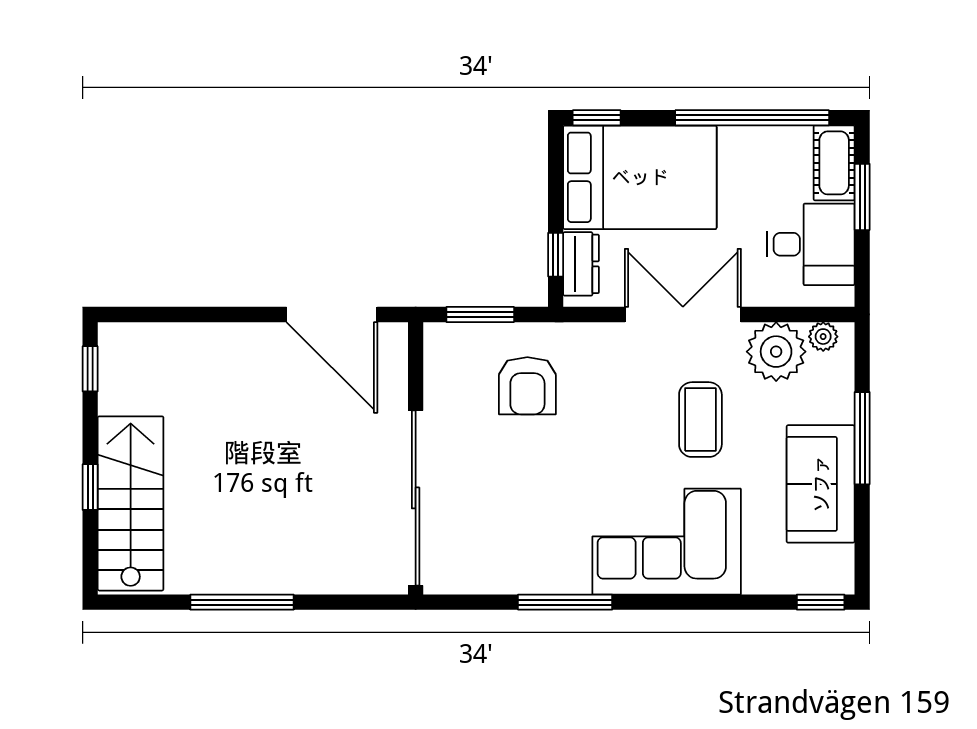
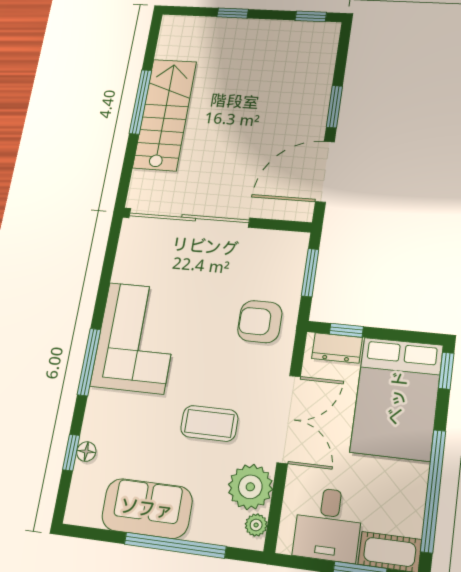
window: (232, 314) -> (334, 107), added
armchair: (527, 386) -> (260, 322), moved
window: (862, 438) -> (175, 545), width x1.46
stairs: (131, 503) -> (165, 114), moved, turned -90
corner sofa: (667, 542) -> (136, 338), moved
floor lamp: (757, 581) -> (86, 452), added
window: (565, 602) -> (89, 362), moved
window: (821, 602) -> (71, 453), moved

